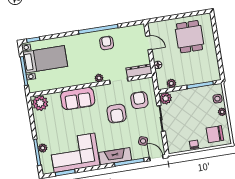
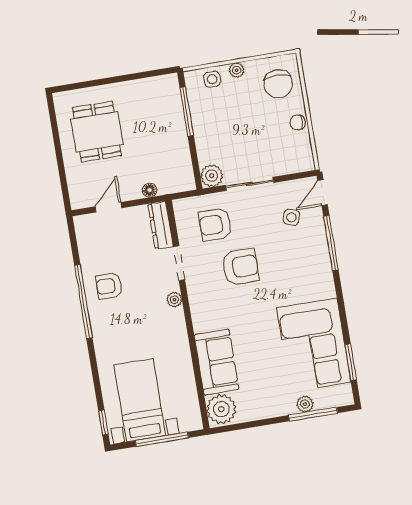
dining table: (189, 37) -> (97, 132), turned 90
plant: (171, 83) -> (184, 165), removed
sofa: (78, 99) -> (217, 362), moved
fireplace: (115, 156) -> (320, 269), removed

